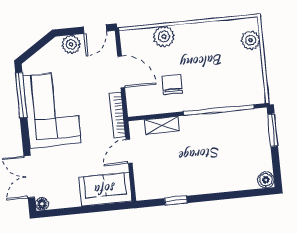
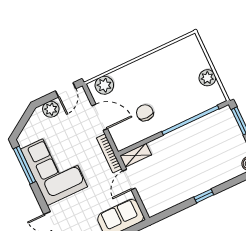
plant: (164, 36) -> (104, 85), moved
plant: (251, 40) -> (207, 78), moved
shelving: (162, 126) -> (136, 155), moved
window: (176, 201) -> (204, 196), moved

